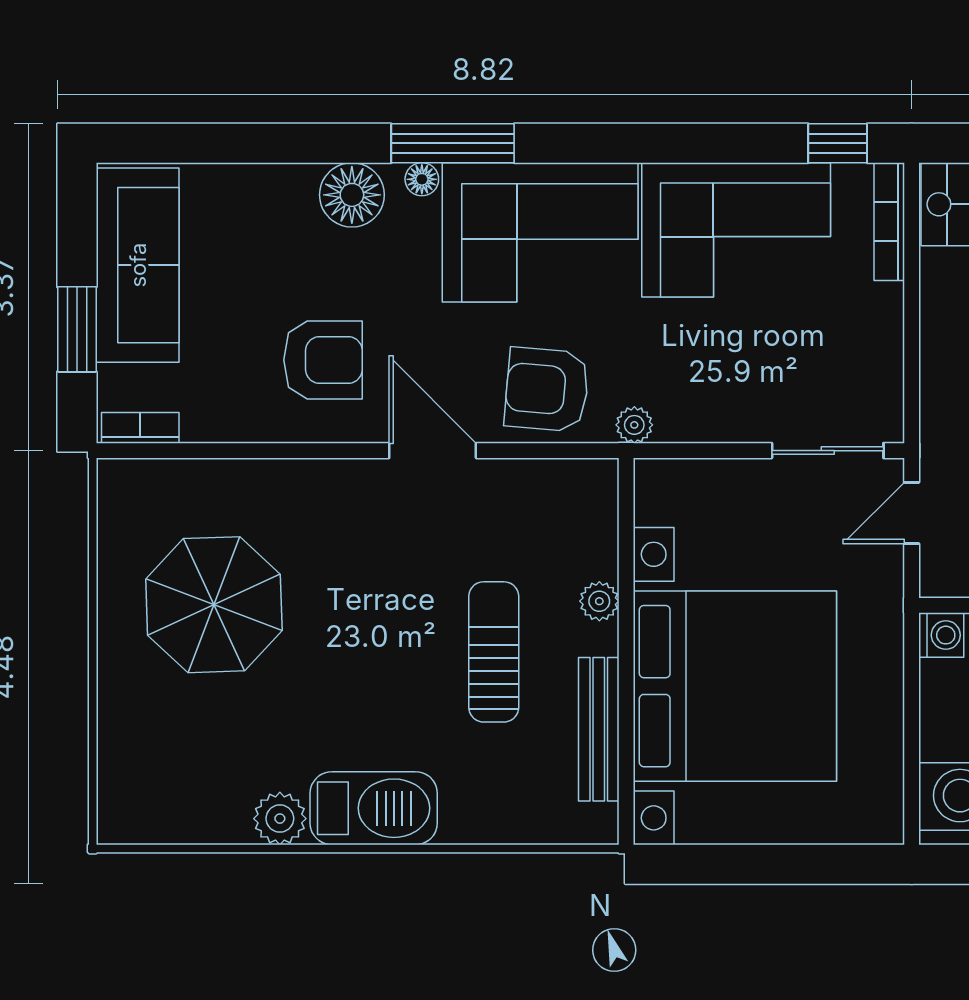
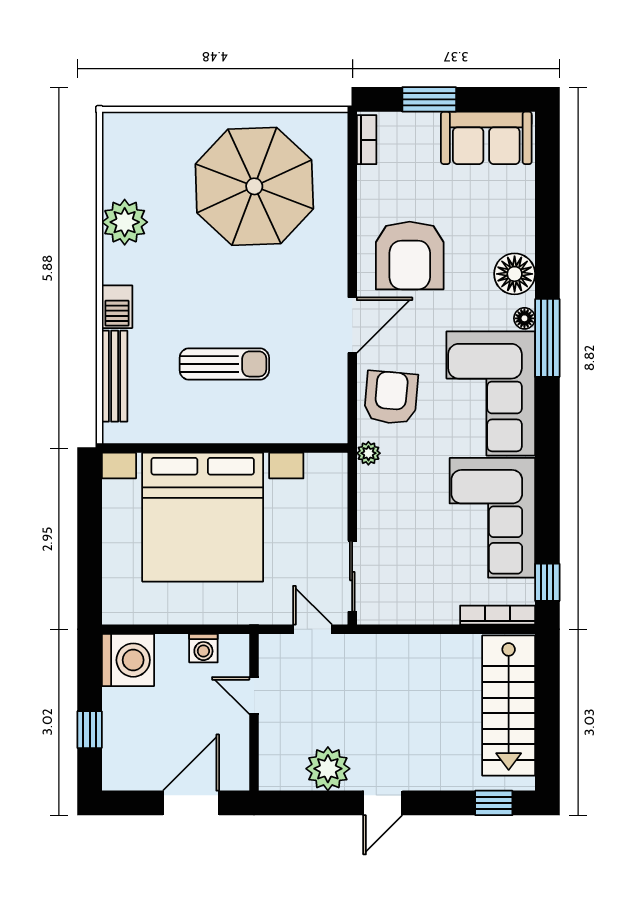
sofa: (138, 265) -> (486, 138), width x0.73
armchair: (323, 360) -> (410, 256), width x1.36, depth x1.36
plant: (599, 601) -> (257, 431), removed
parasol: (214, 605) -> (254, 186), width x1.36, depth x1.36
washing machine: (941, 635) -> (203, 648), moved
bench: (599, 729) -> (115, 376), moved, turned 90
barbecue: (374, 808) -> (117, 307), width x0.53, depth x0.65
plant: (280, 819) -> (125, 222), width x1.36, depth x1.36

